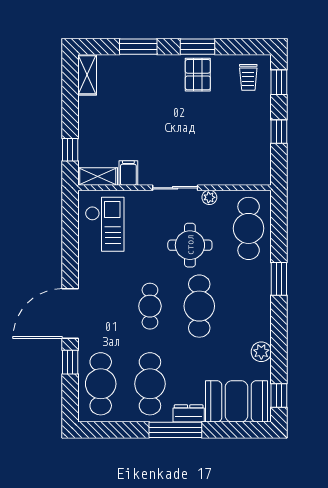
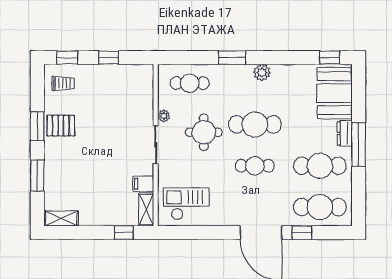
cafe table: (249, 228) -> (190, 83), width x0.73, depth x0.74
plant: (261, 352) -> (262, 72), moved

